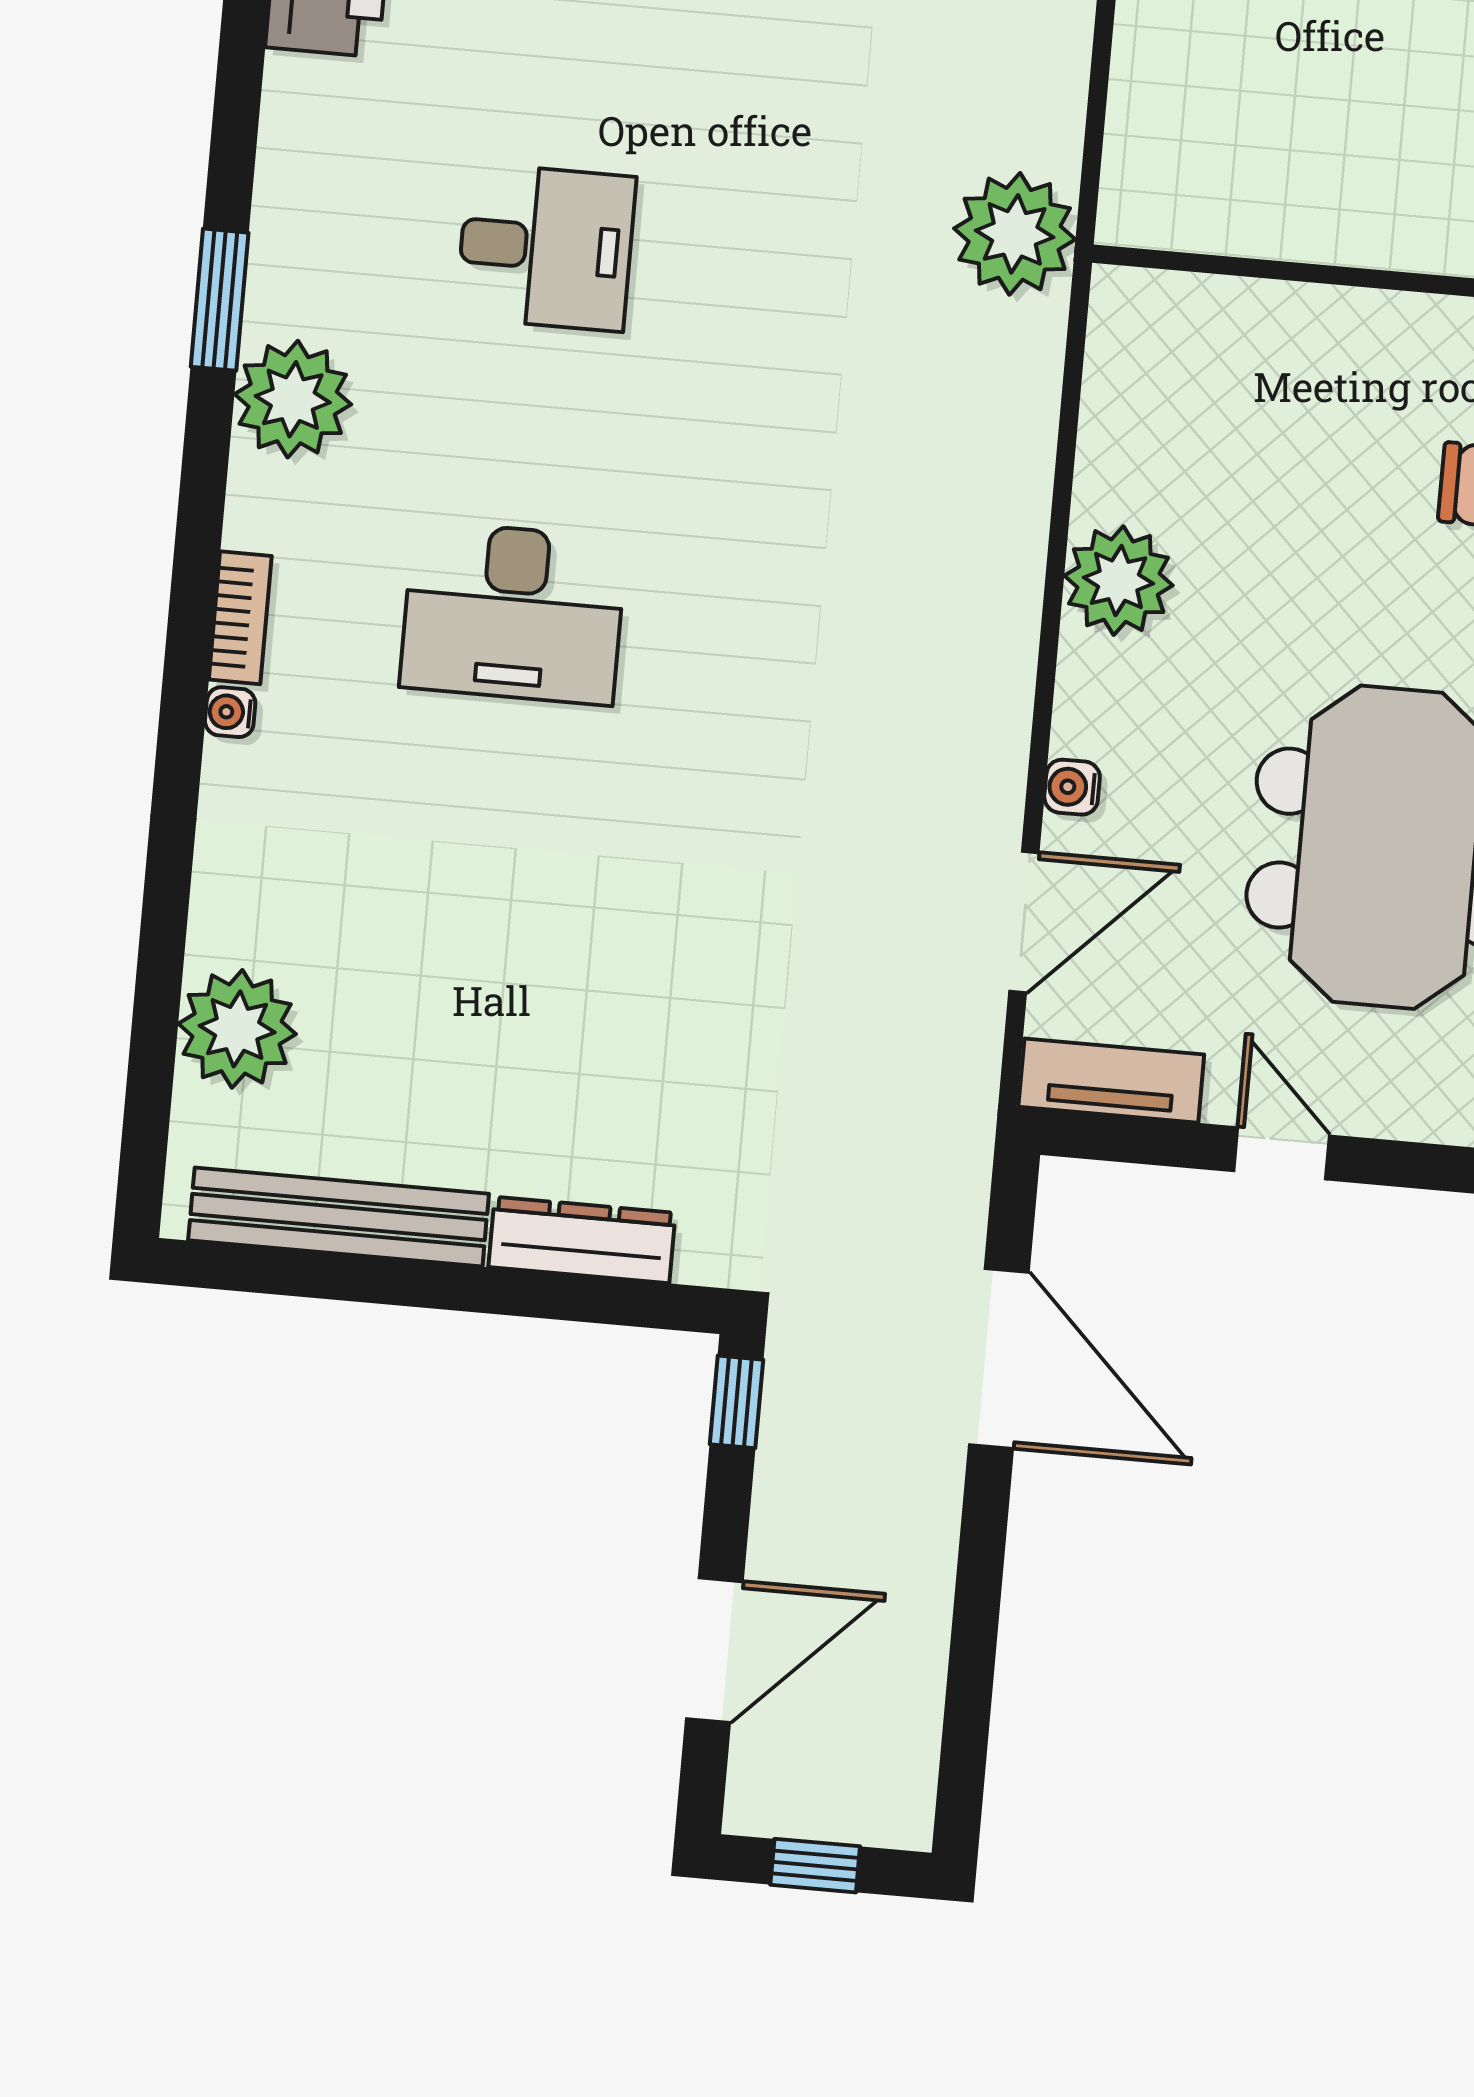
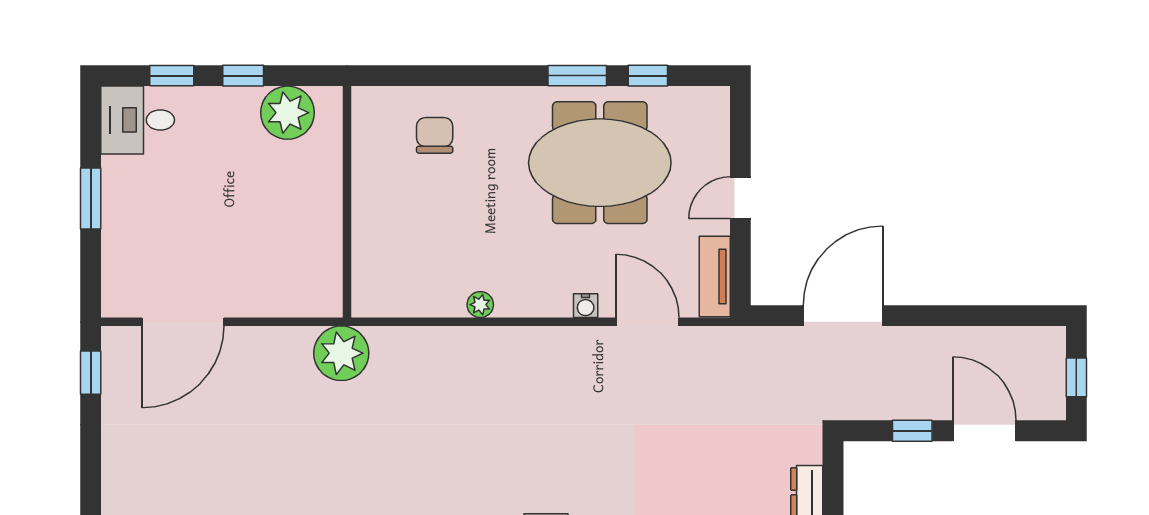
plant: (1119, 581) -> (480, 305), width x0.53, depth x0.53
window: (737, 1402) -> (912, 431), moved

